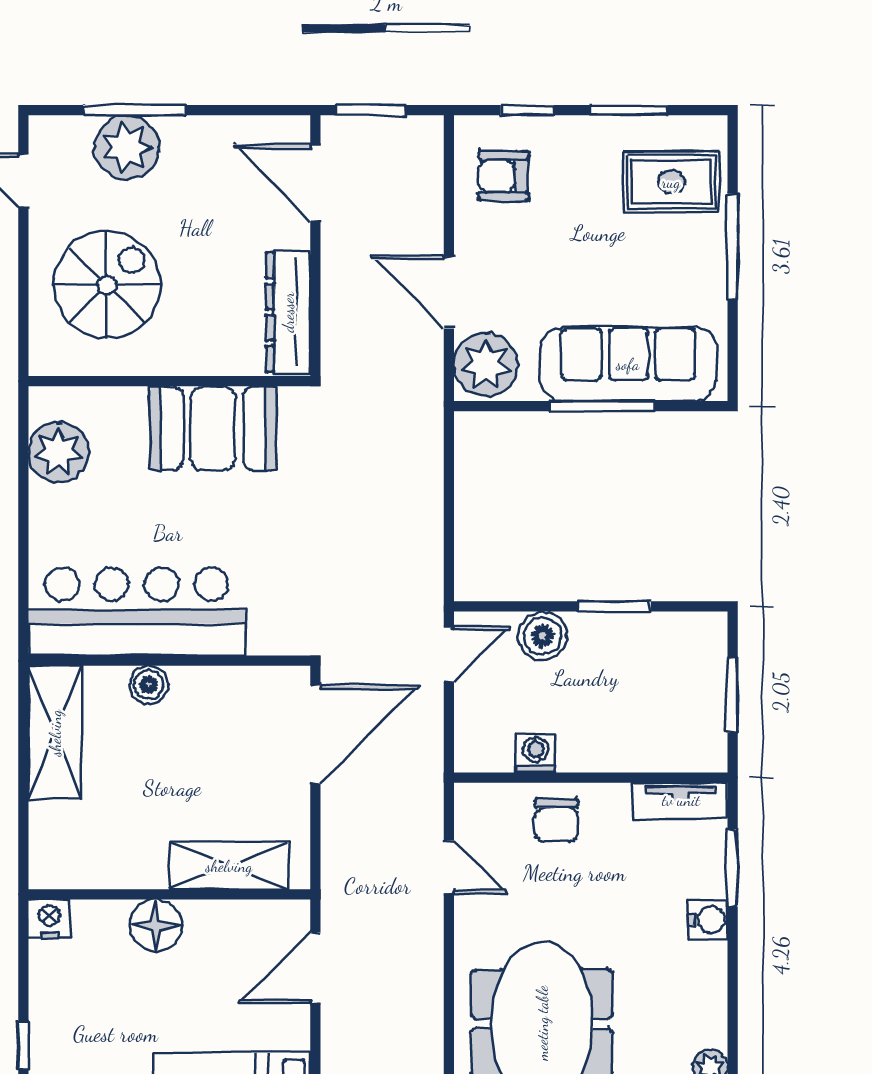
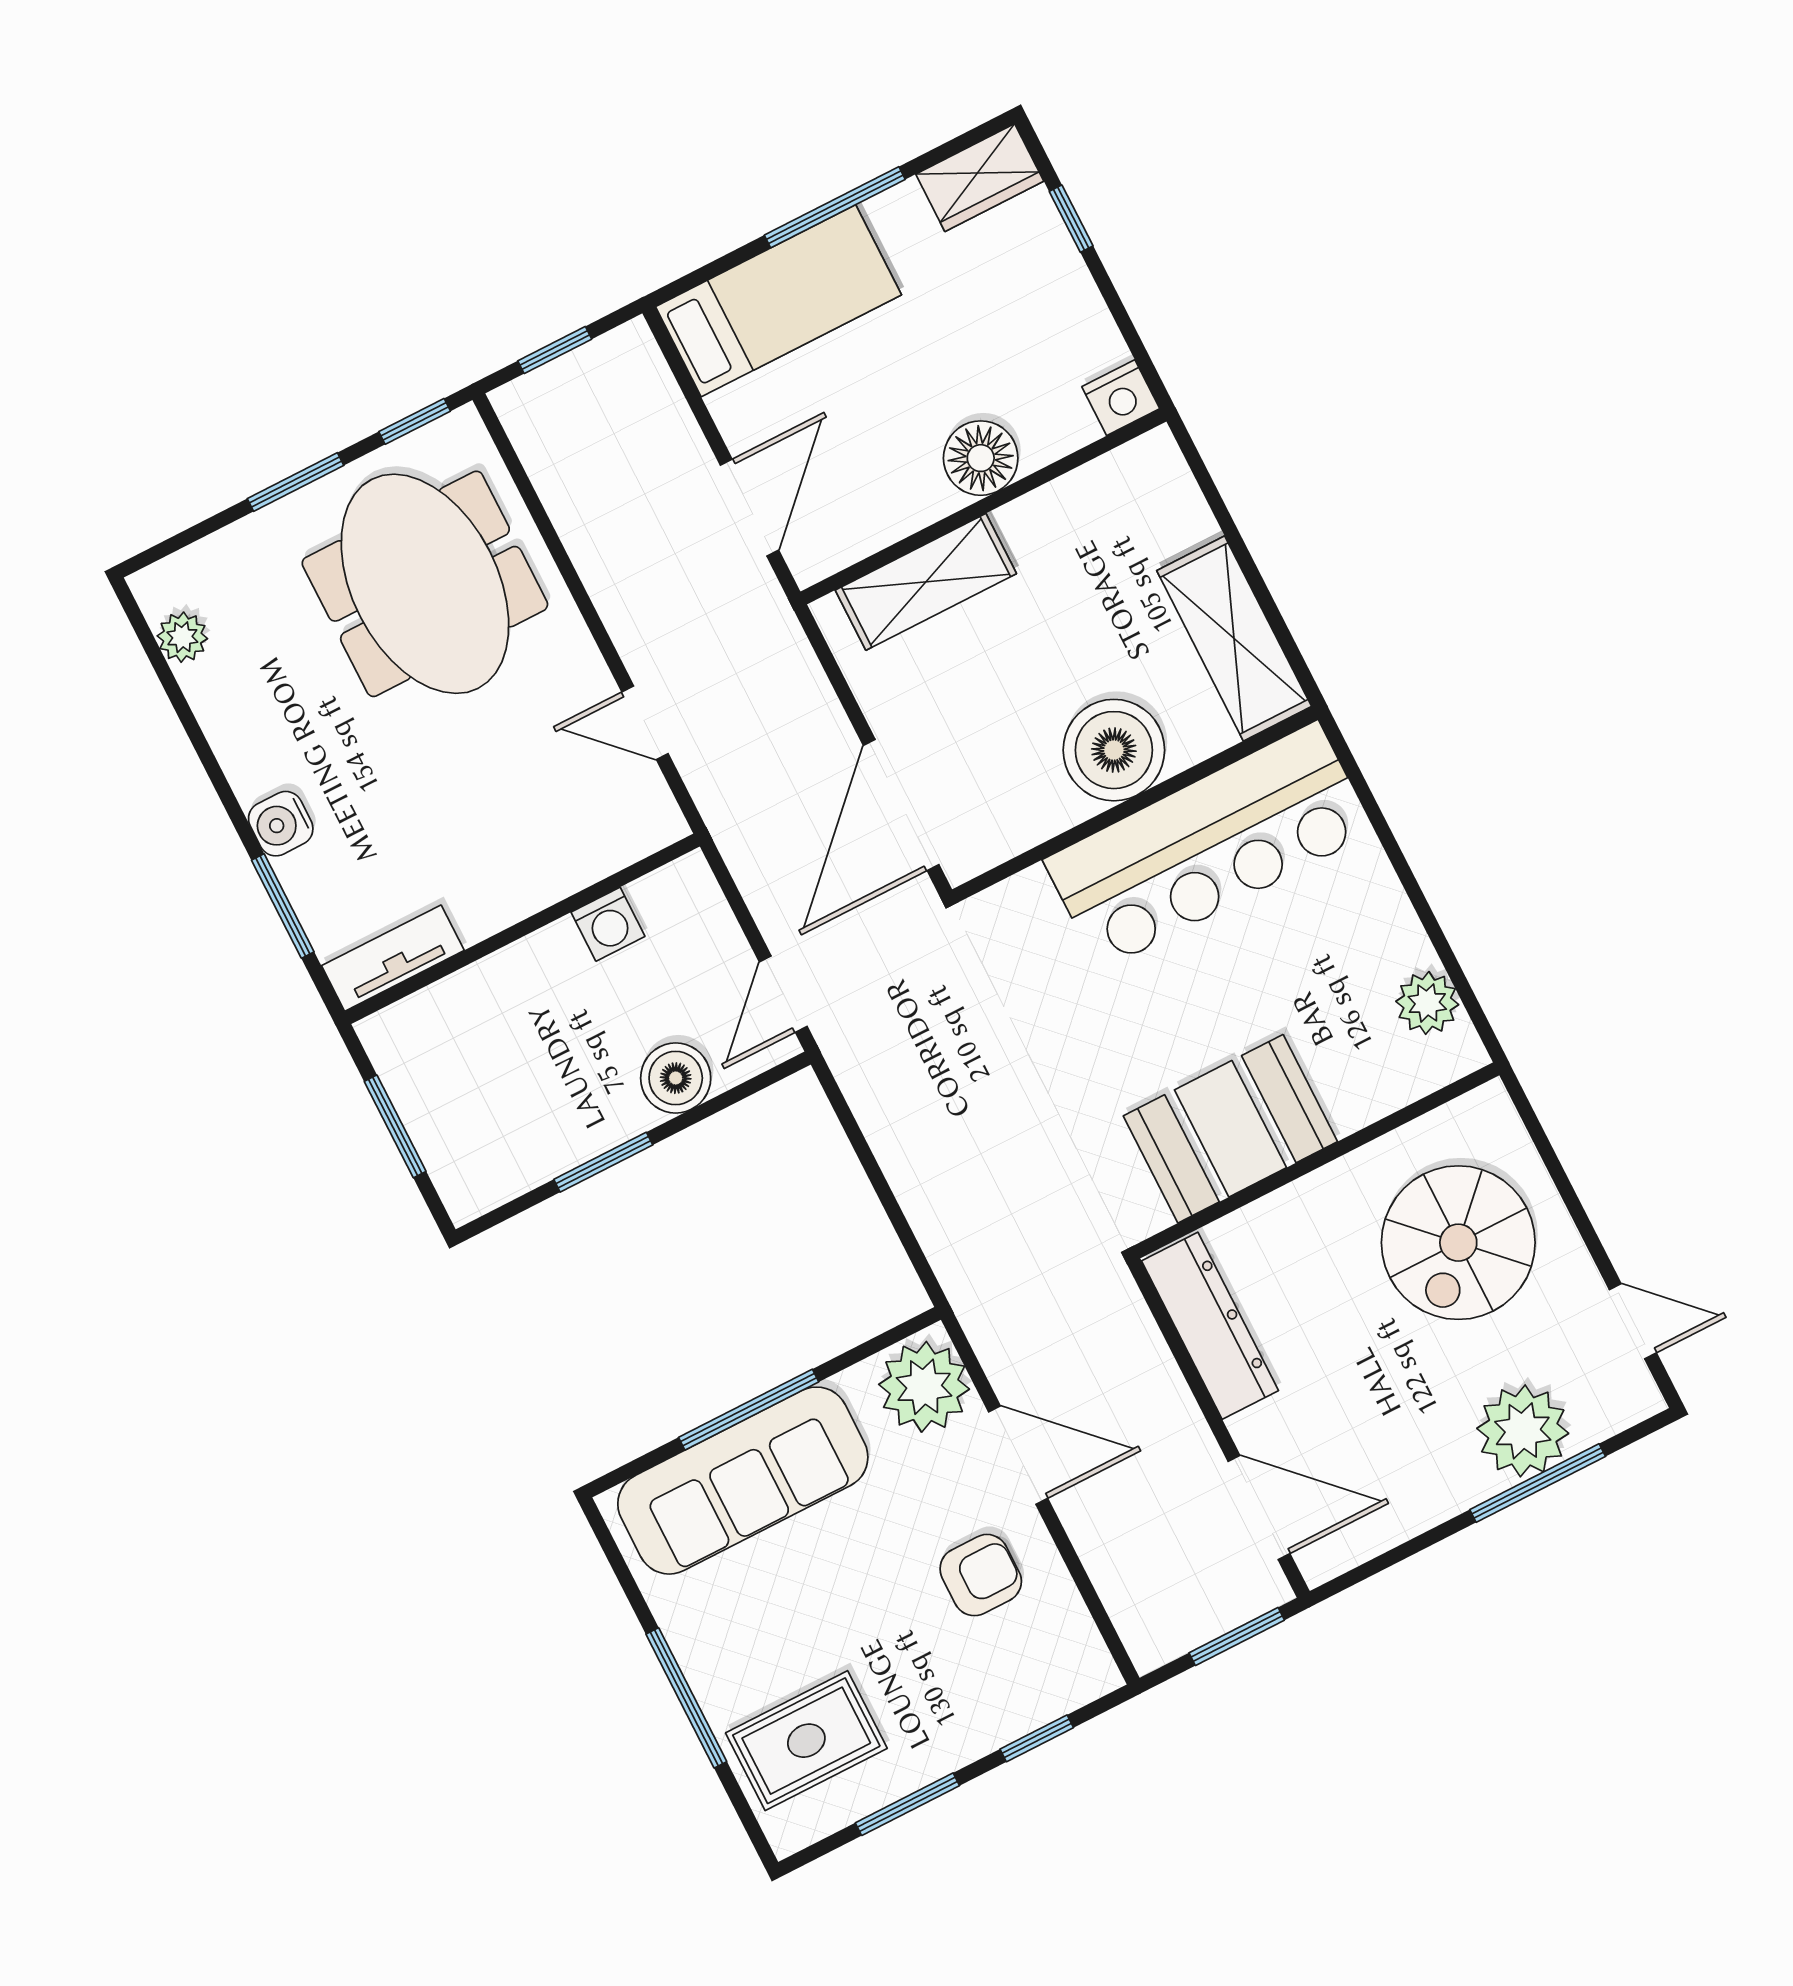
armchair: (504, 176) -> (981, 1575), moved
plant: (58, 452) -> (1427, 1003), width x0.73, depth x0.73
boiler: (149, 685) -> (1114, 750), width x1.86, depth x1.86
chair: (556, 821) -> (538, 852), removed

